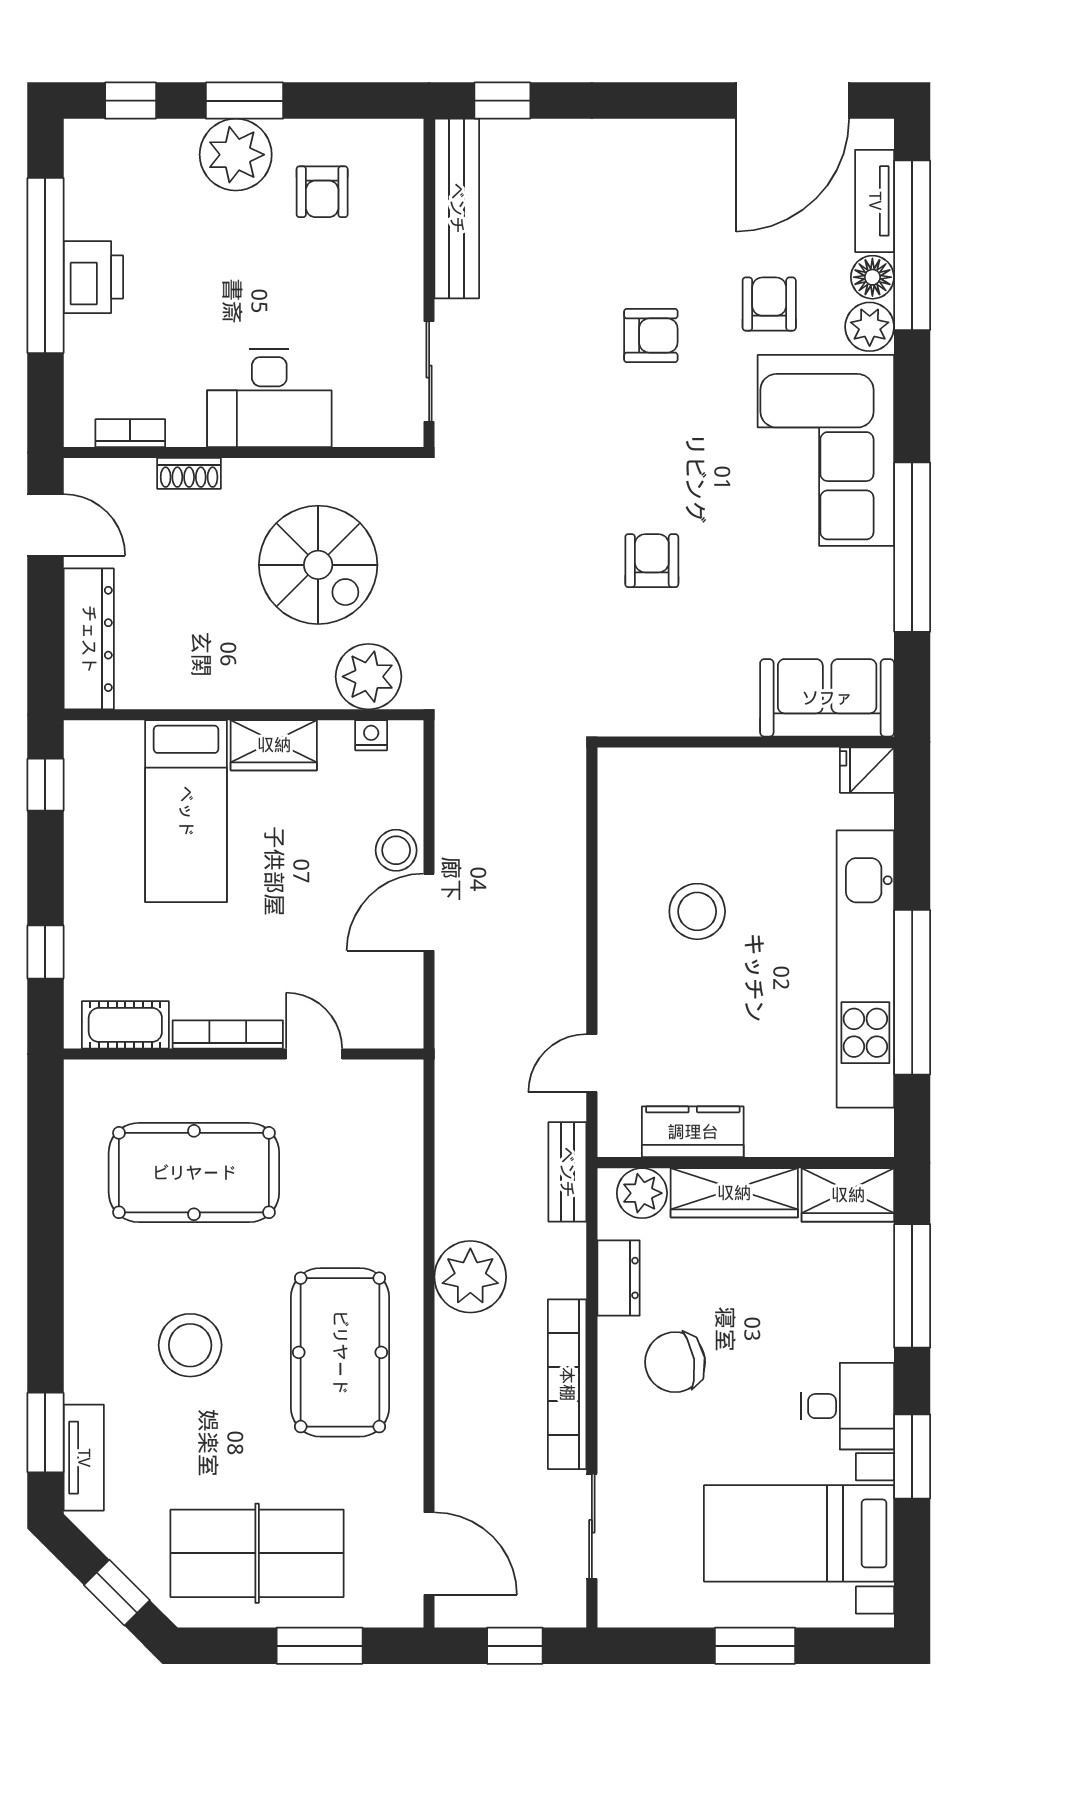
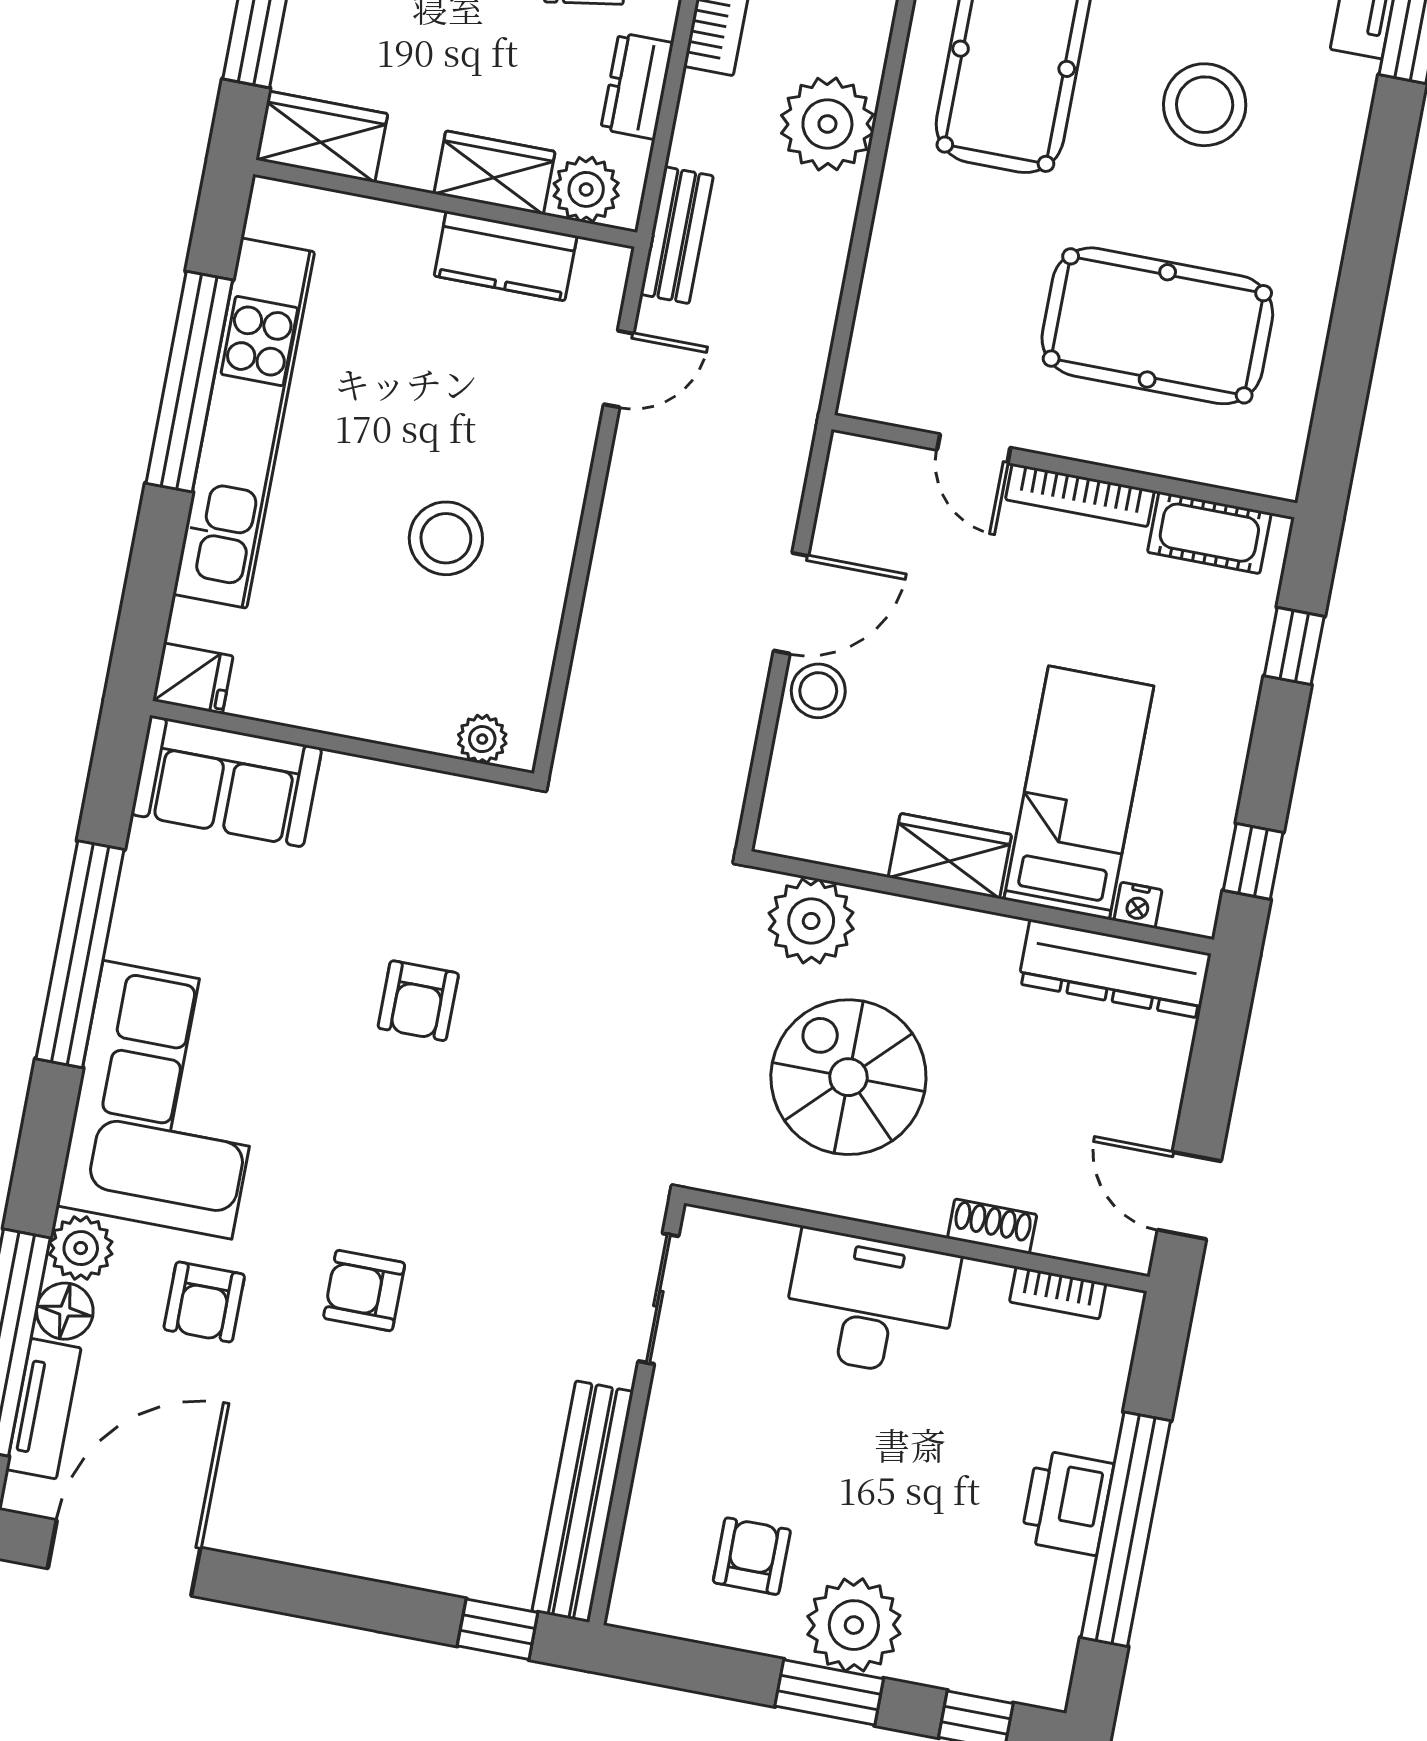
dresser: (89, 639) -> (1115, 969), moved, turned -90
nightstand: (371, 735) -> (1138, 905), moved
plant: (641, 766) -> (482, 739), added
wardrobe: (734, 1193) -> (494, 173), width x0.67

